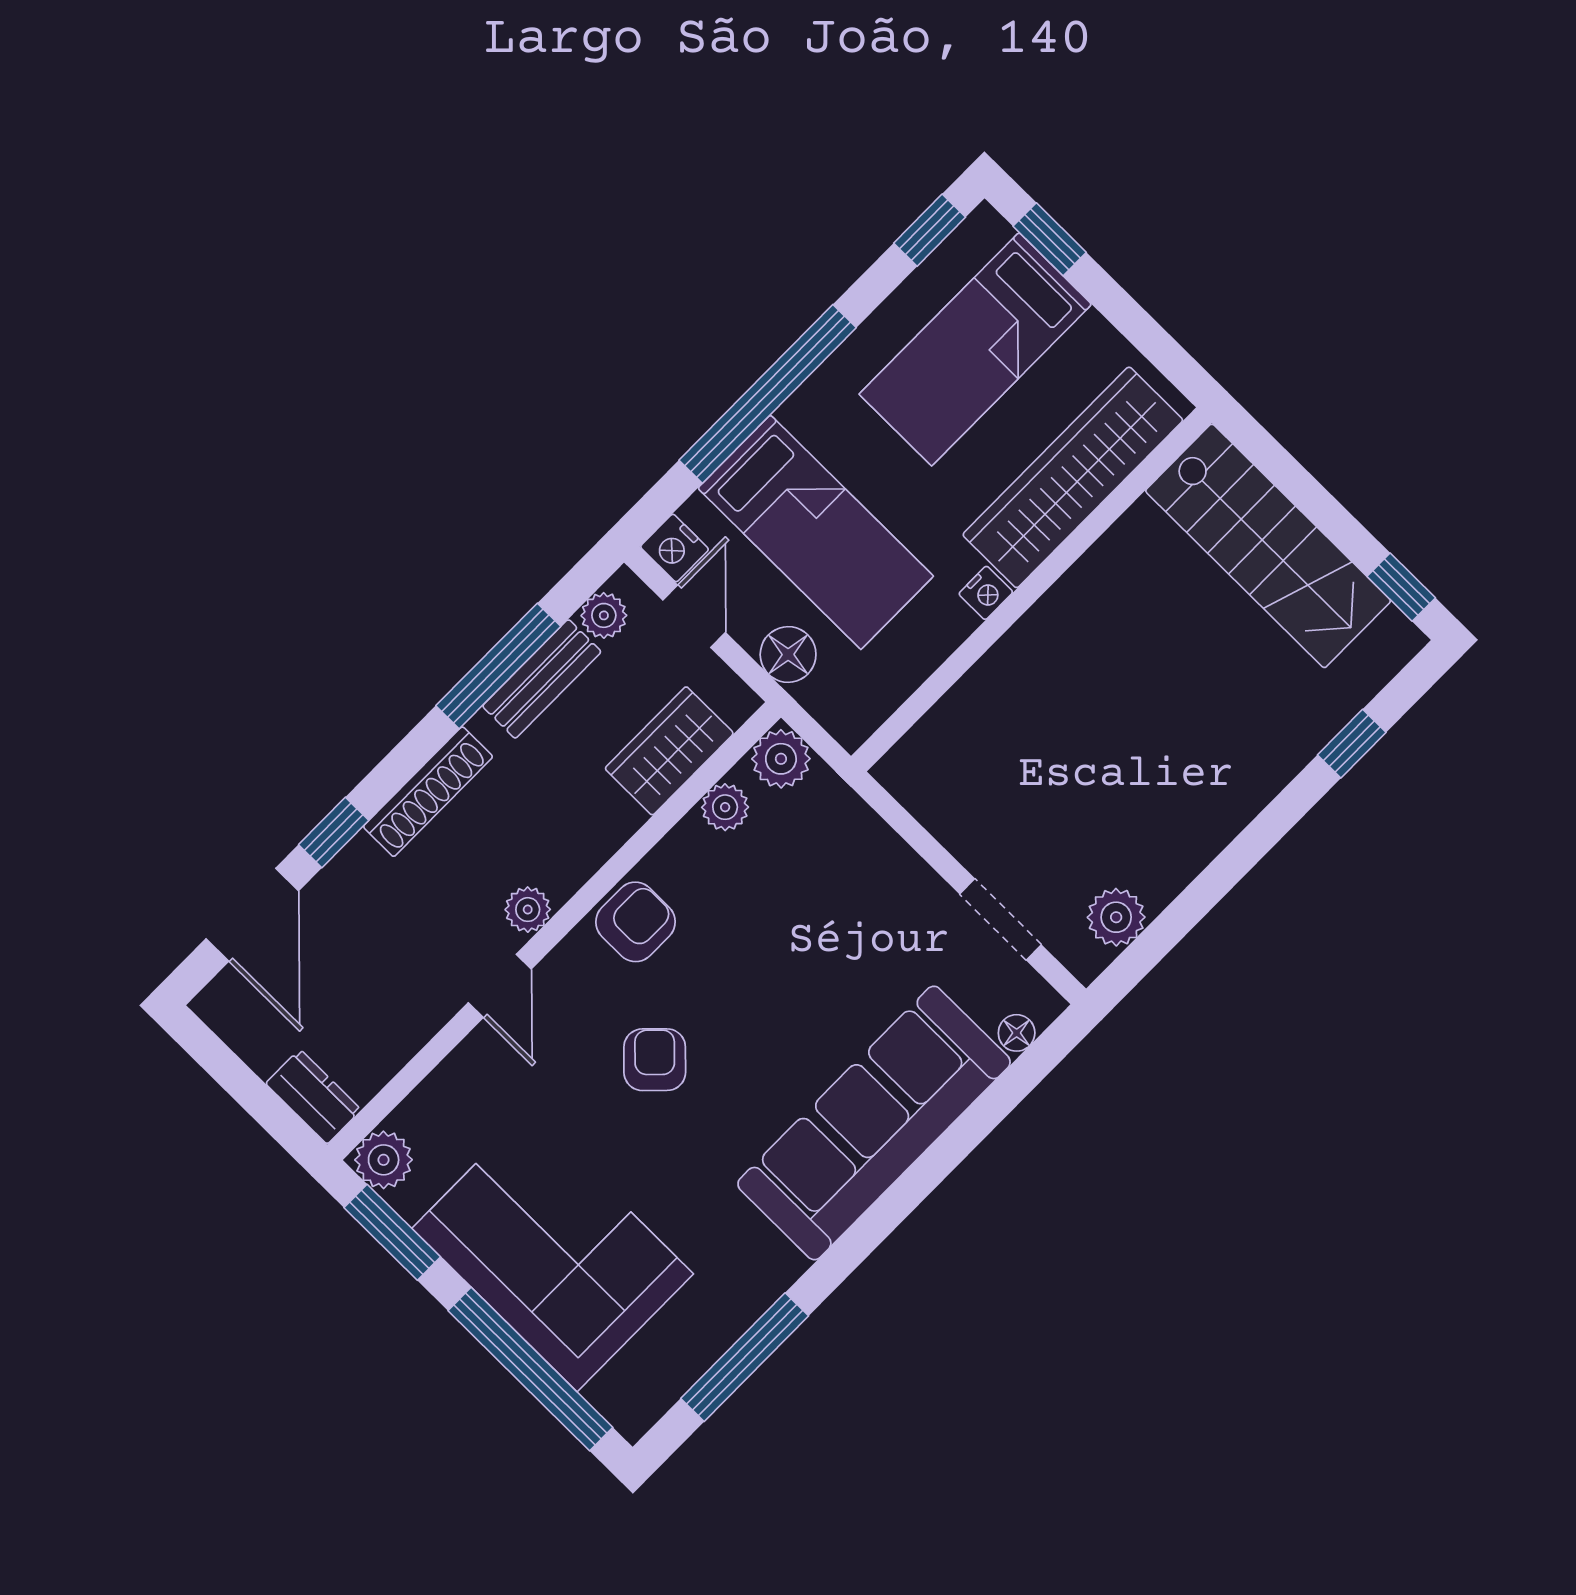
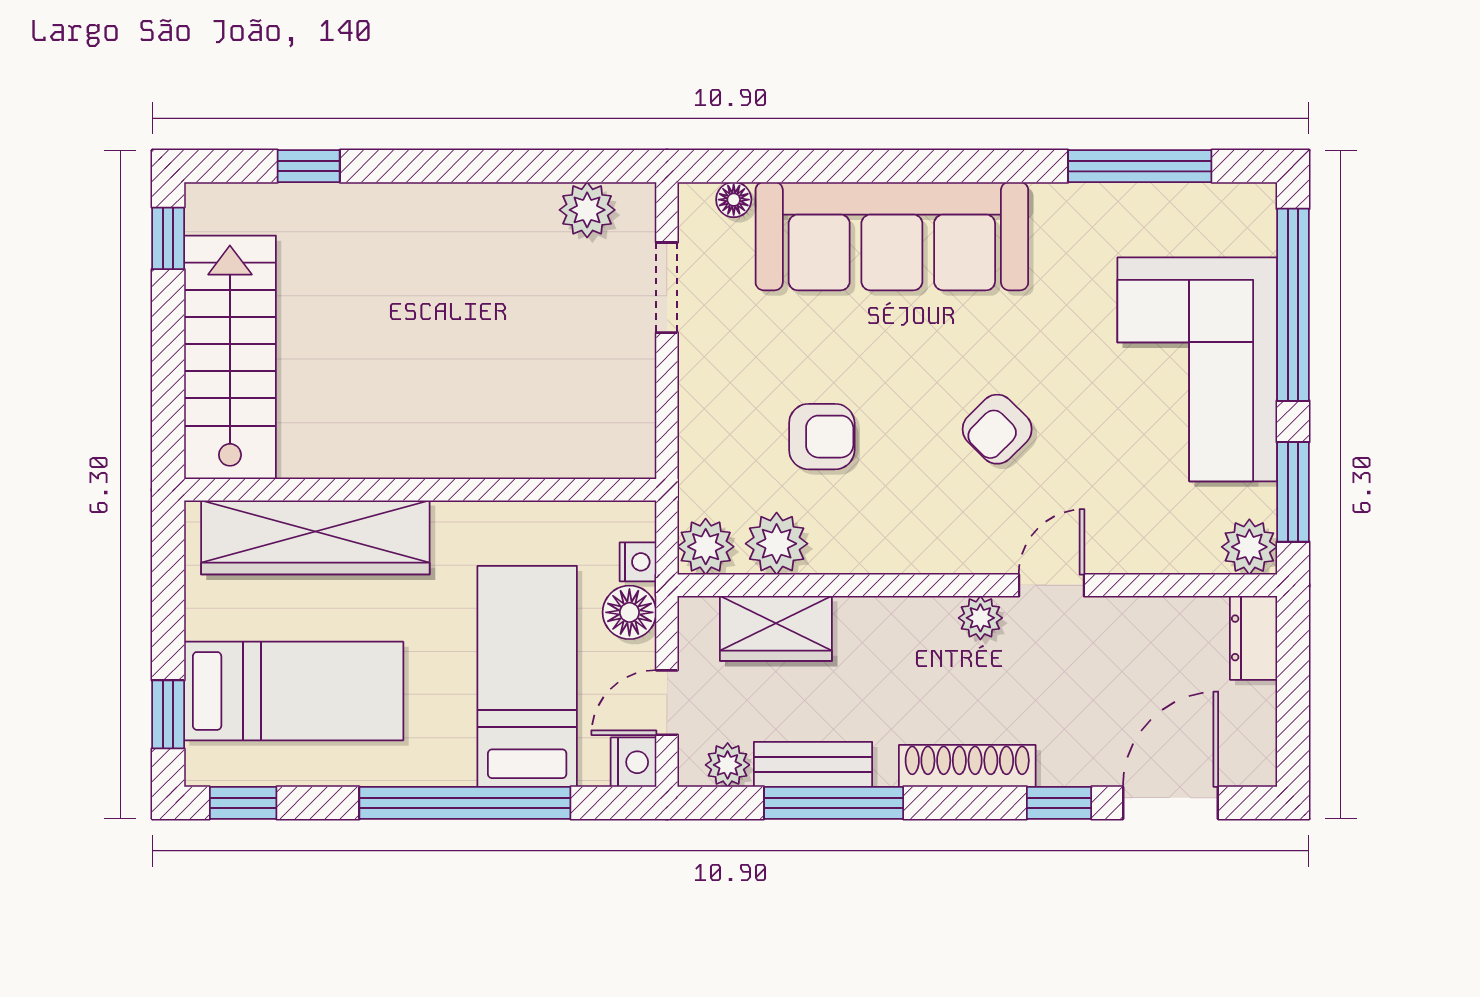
nightstand: (986, 593) -> (638, 562), moved, turned 90
plant: (725, 807) -> (777, 544), width x1.38, depth x1.38
armchair: (636, 922) -> (822, 437), moved, turned 180

